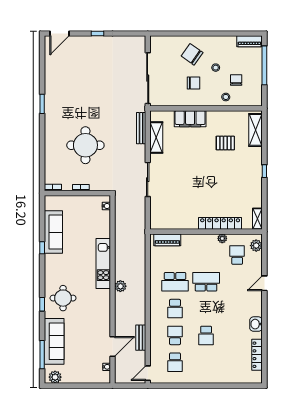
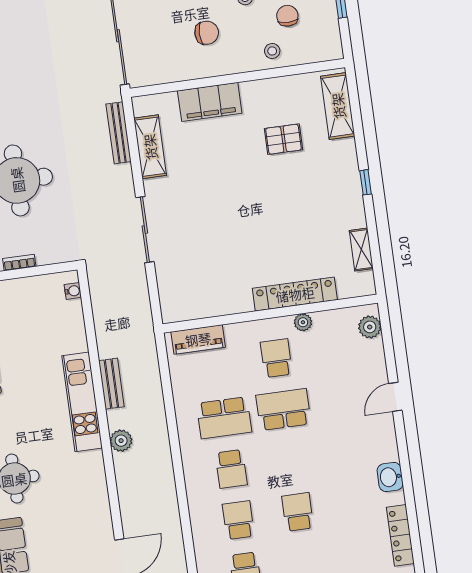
shelving: (257, 219) -> (361, 250), moved
school desk: (237, 255) -> (276, 358), moved
school desk: (206, 335) -> (298, 512), turned 180
bench: (141, 338) -> (111, 384), moved

